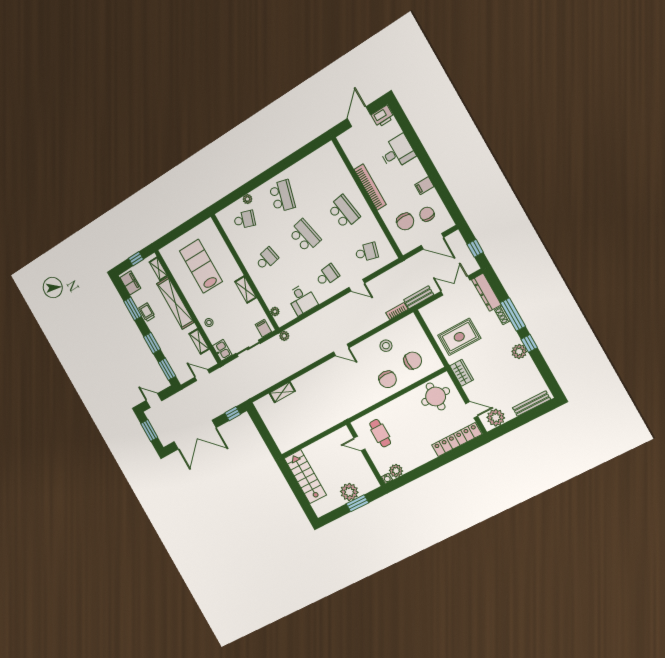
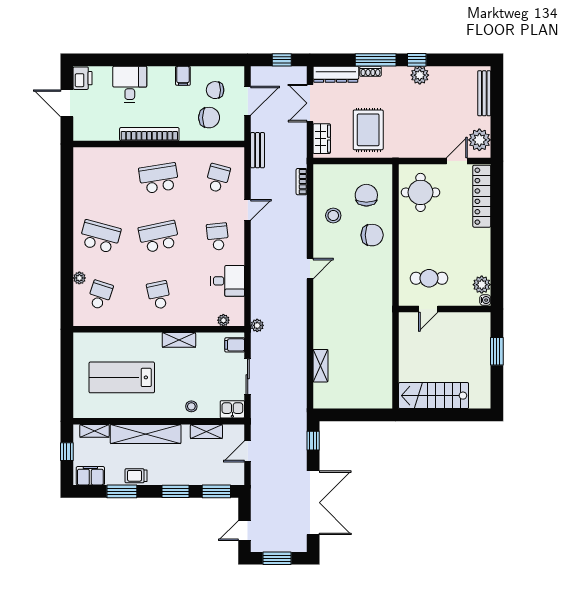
bench: (419, 297) -> (258, 150), moved
wardrobe: (462, 373) -> (322, 139), moved, turned 90
plant: (349, 492) -> (479, 353), removed

